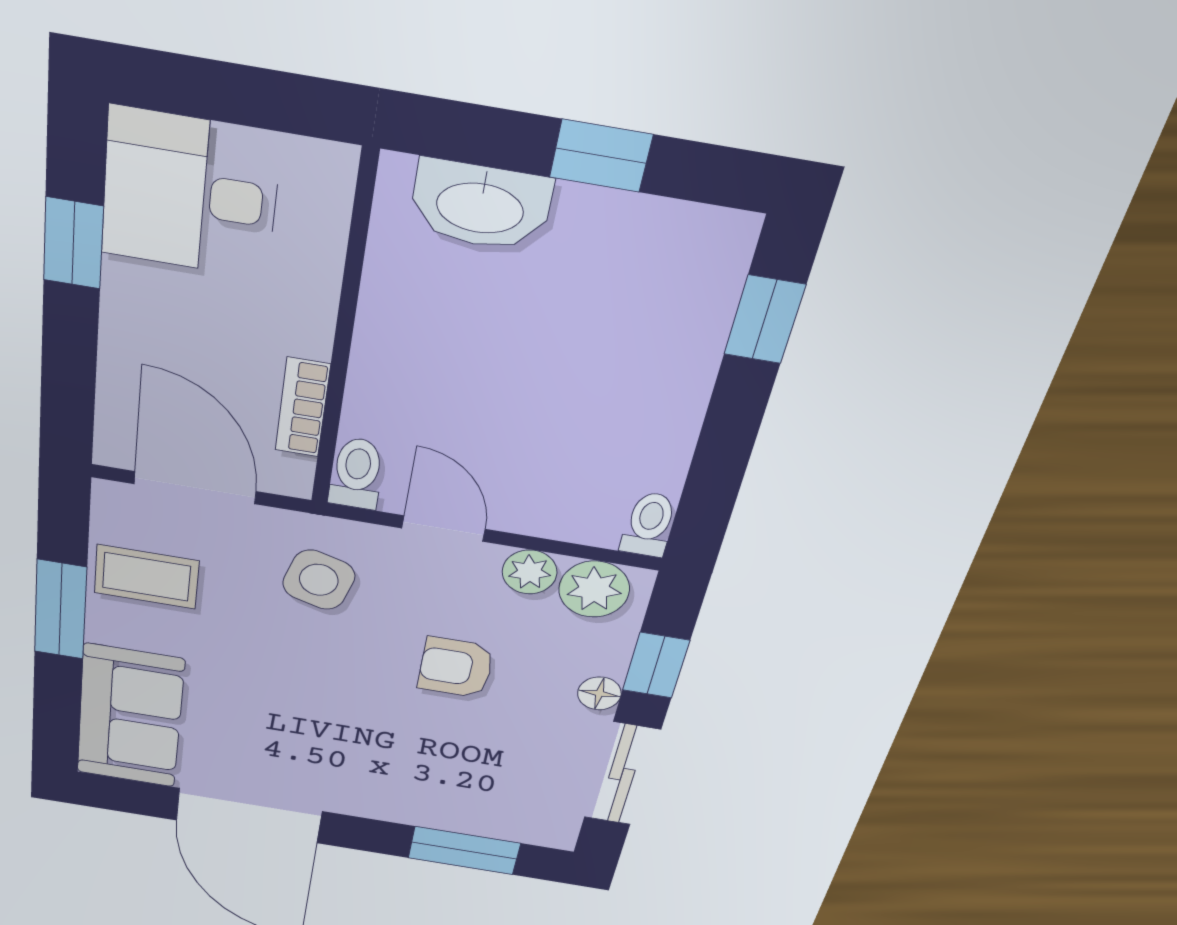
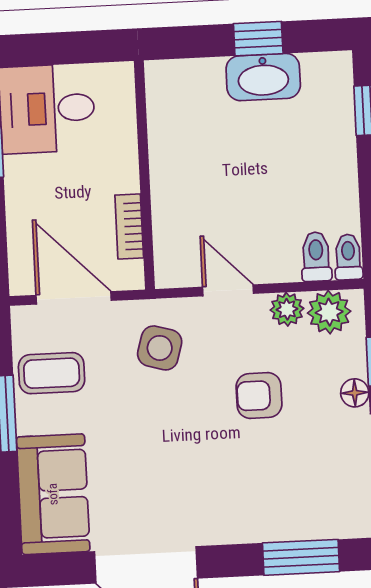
washbasin: (480, 206) -> (263, 77), moved
toilet: (357, 473) -> (316, 257), moved

